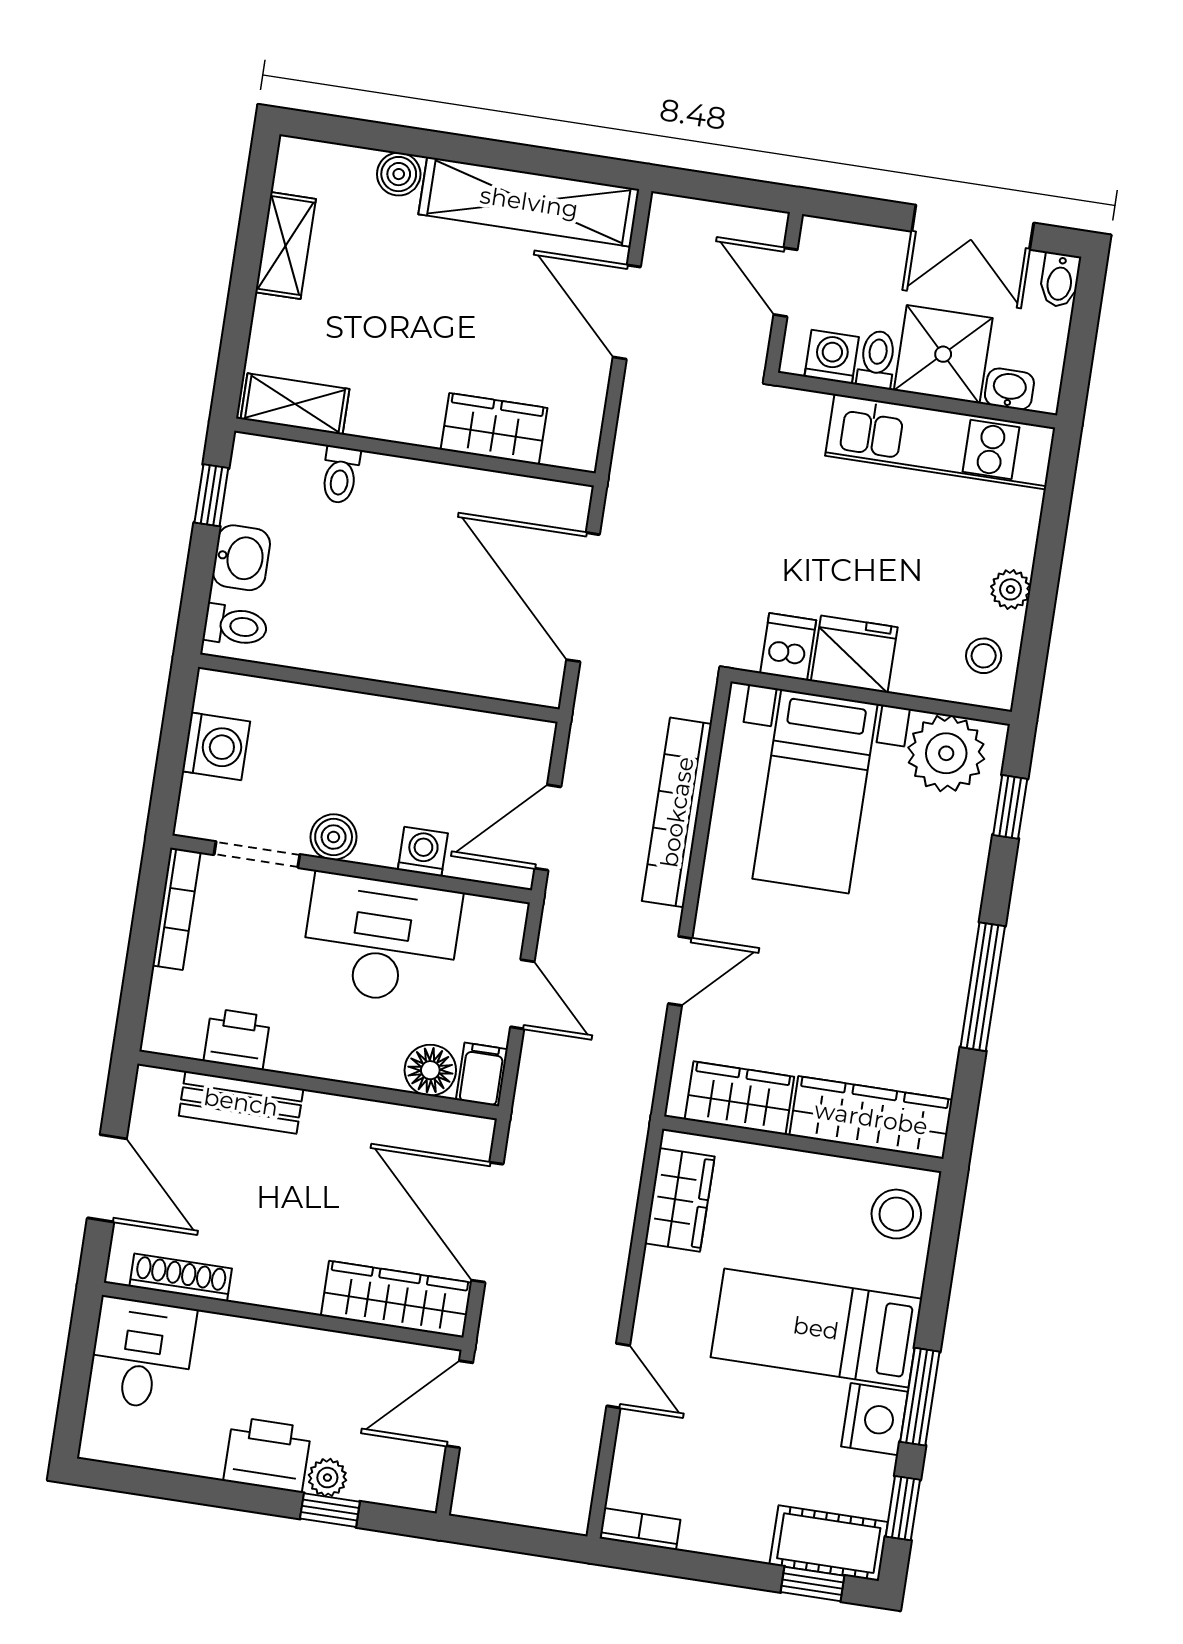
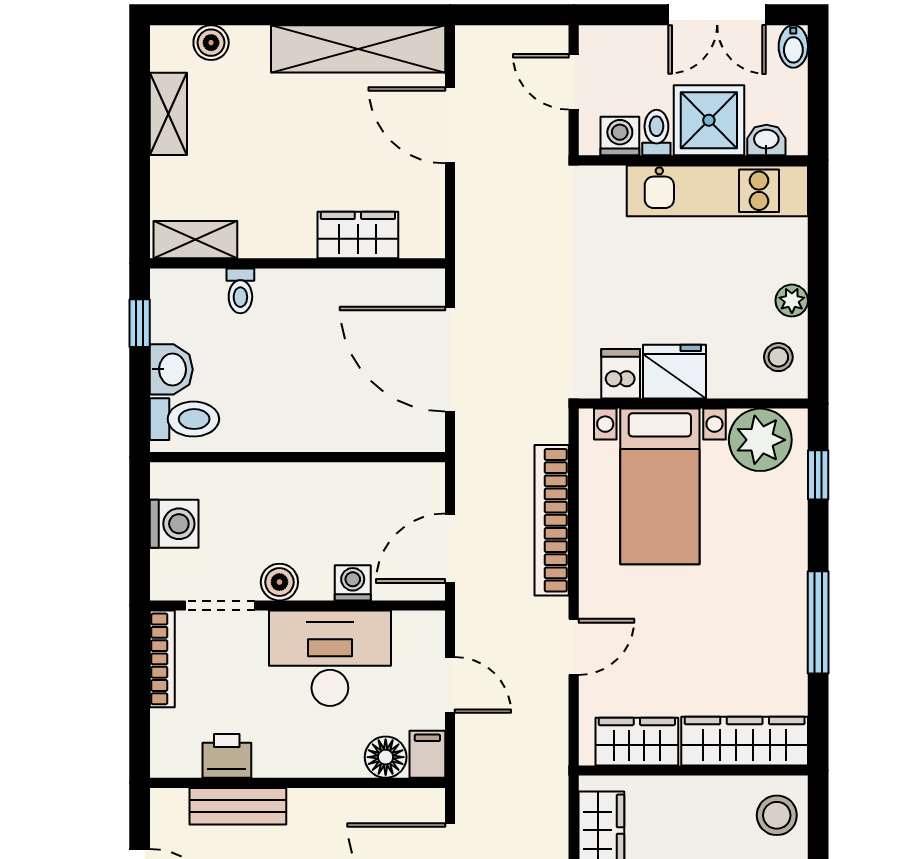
boiler: (399, 174) -> (211, 43), moved
toilet: (235, 626) -> (184, 419), width x1.37, depth x1.39

